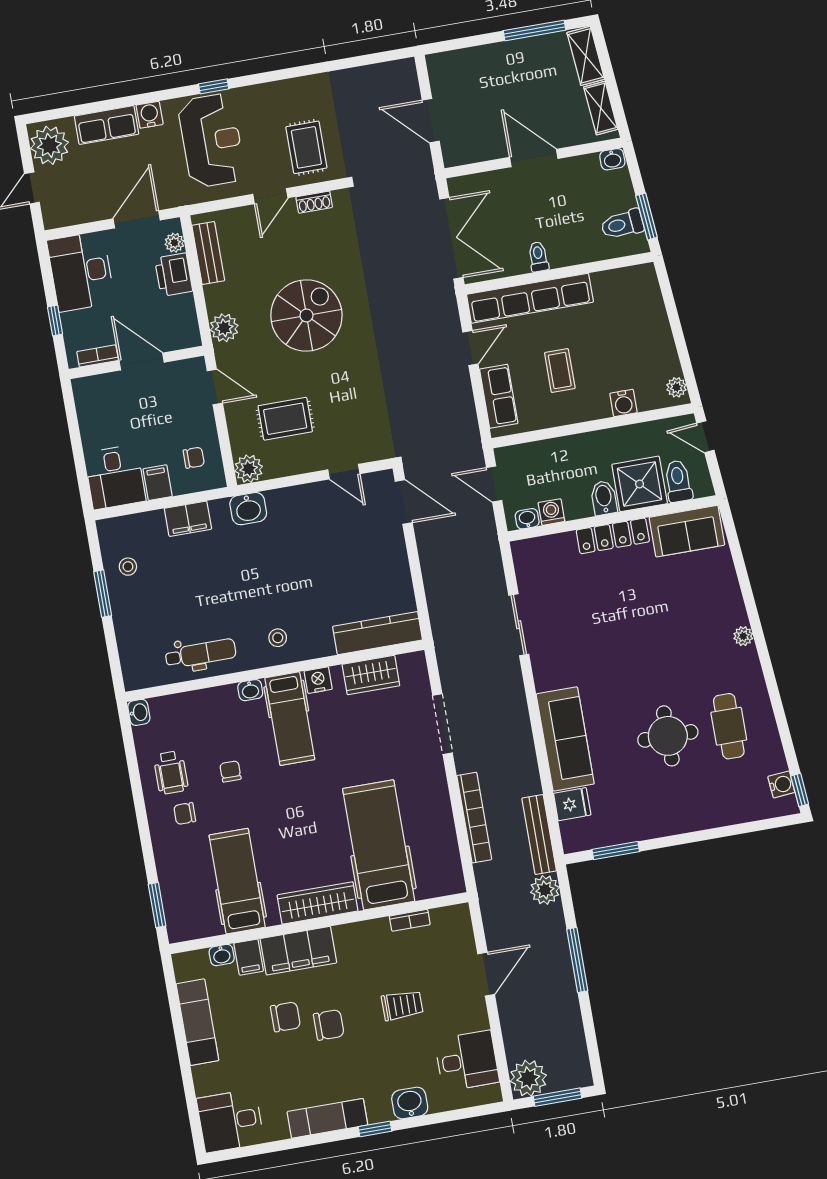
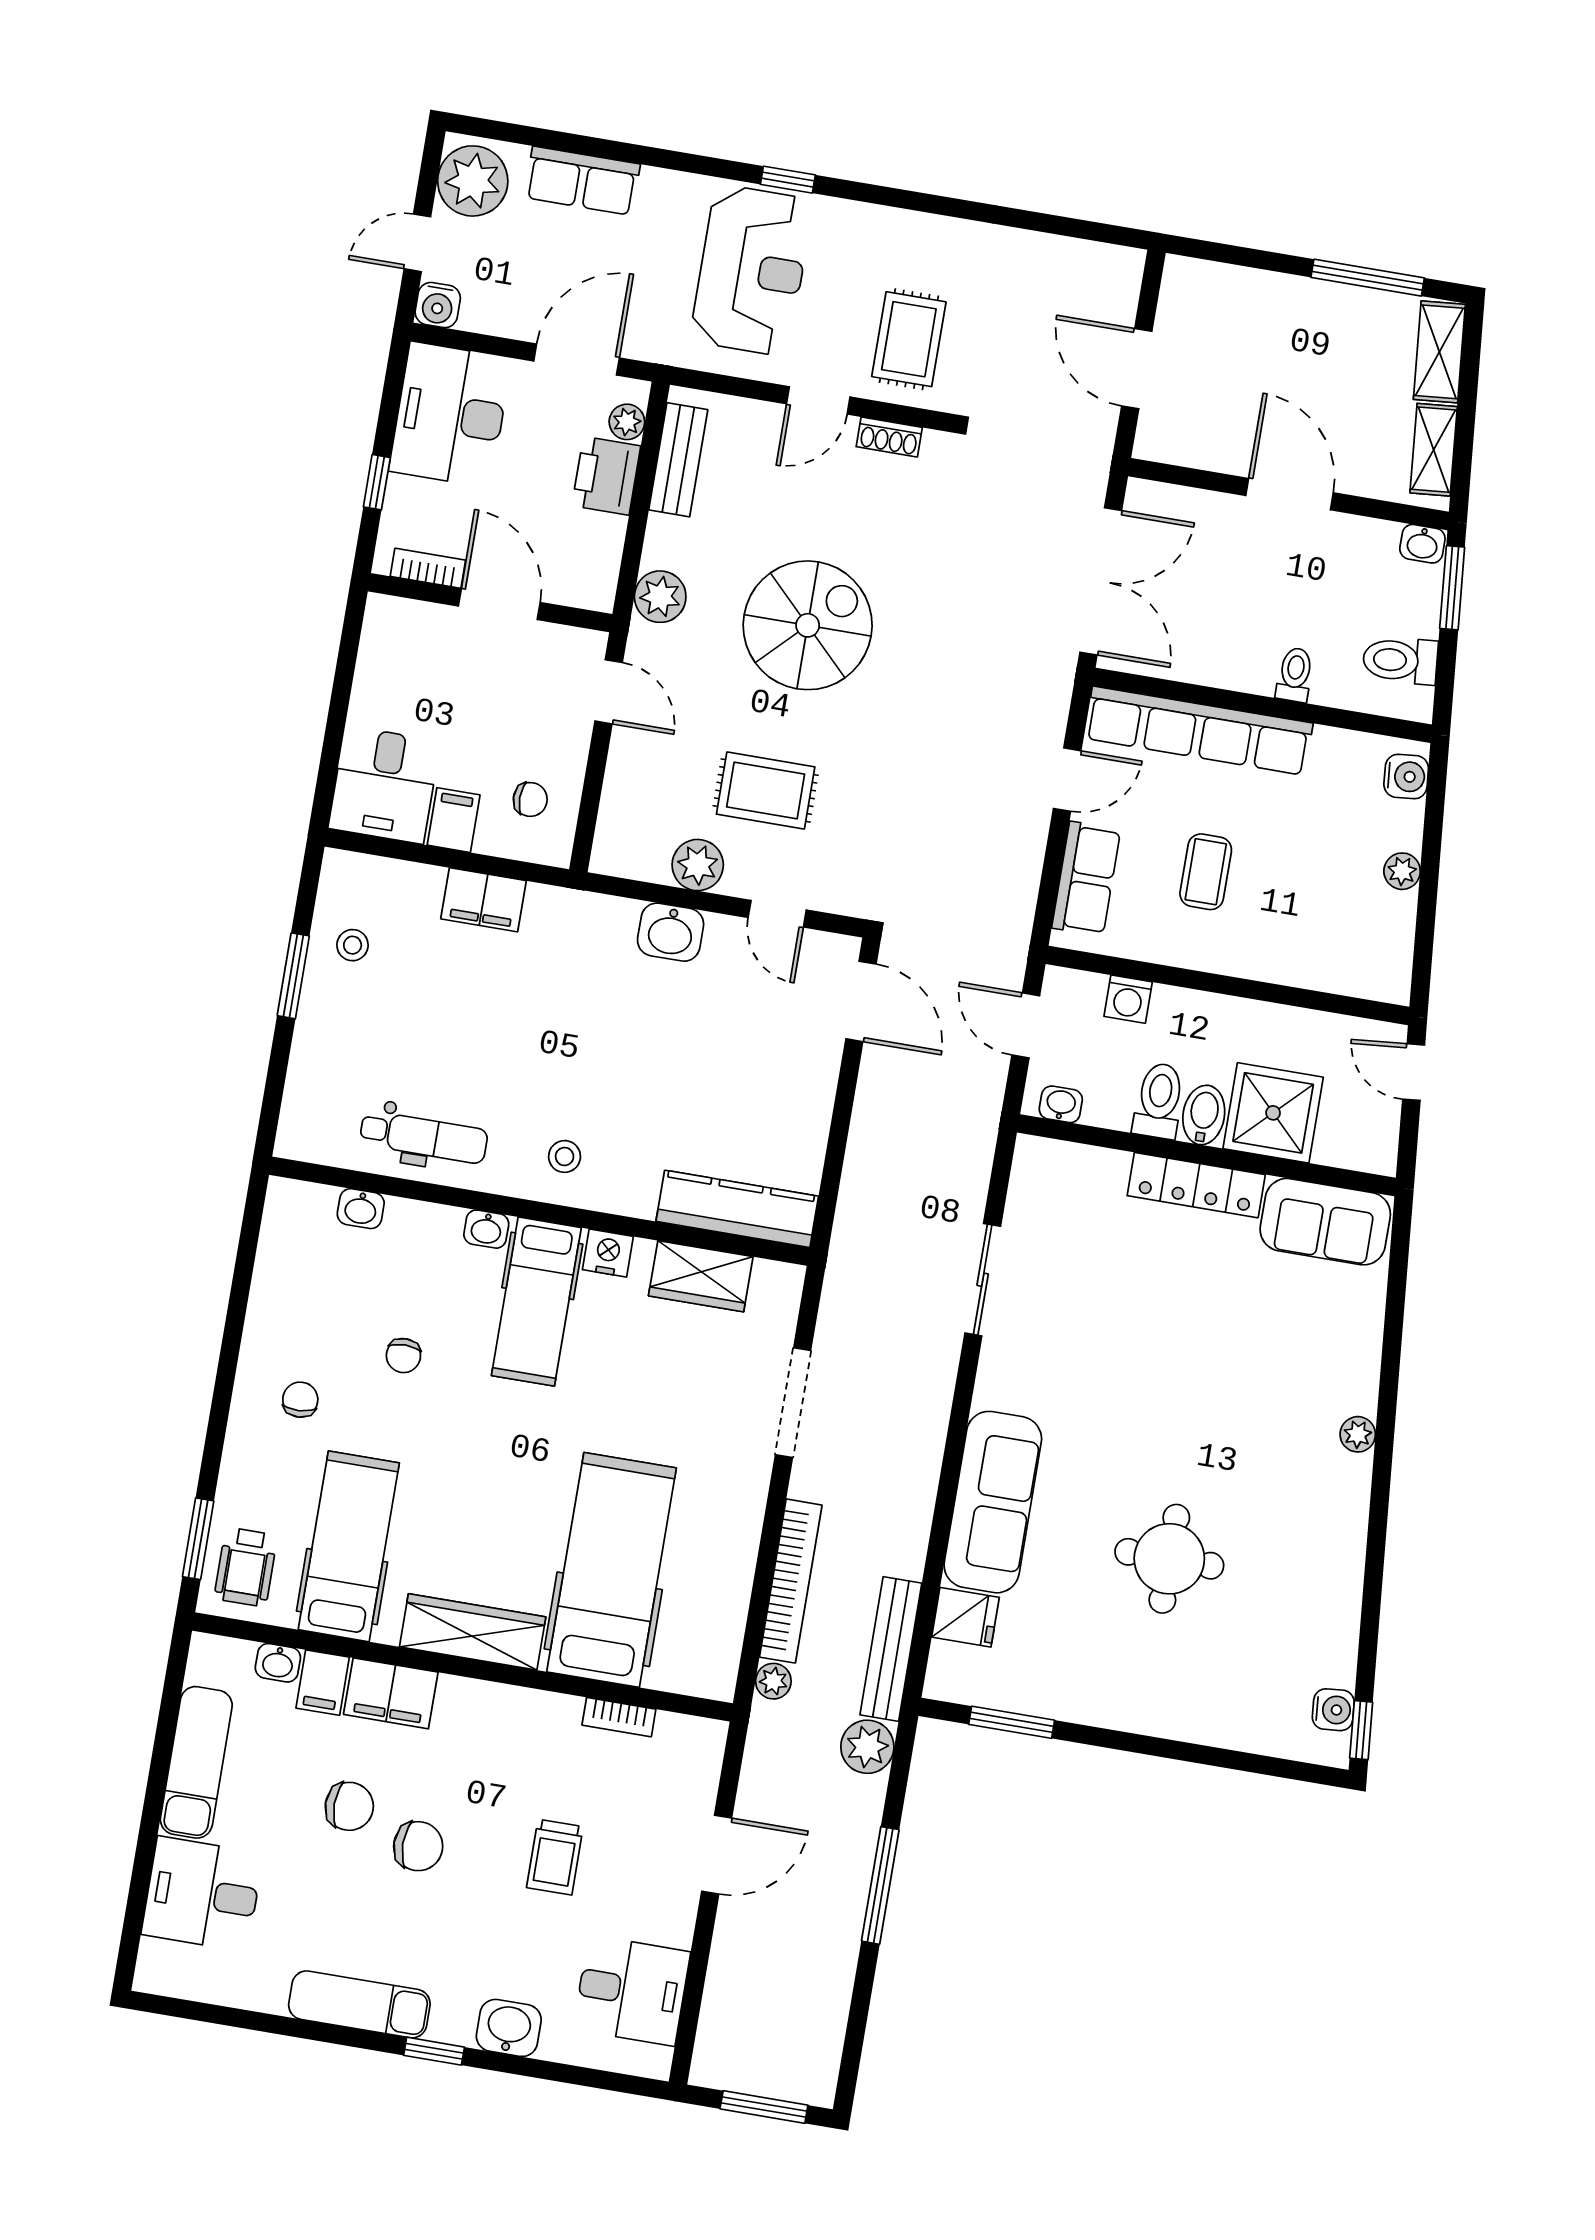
water cooler: (150, 115) -> (438, 305), moved, turned 180
window: (647, 216) -> (1452, 588), moved
toilet: (538, 257) -> (1295, 675), moved
plant: (676, 387) -> (1402, 871), moved
water cooler: (623, 403) -> (1406, 777), moved, turned -95
rug: (285, 419) -> (766, 791), moved
plant: (249, 469) -> (698, 865), moved
toilet: (678, 481) -> (1159, 1101), moved
washbasin: (248, 509) -> (671, 932), moved
washing machine: (551, 512) -> (1128, 999), moved, turned 180
washbasin: (139, 712) -> (361, 1209), moved, turned 90
cafe table: (729, 726) -> (1279, 1579), removed
chair: (230, 771) -> (403, 1356), turned 180
wheelchair: (171, 772) -> (246, 1567), moved
chair: (185, 814) -> (300, 1400), turned 87
filing cabinet: (298, 951) -> (391, 1693), width x0.67, depth x0.86
trolley: (402, 1005) -> (555, 1857), turned 90
plant: (528, 1078) -> (773, 1681), moved, width x0.53, depth x0.53
desk: (230, 1121) -> (202, 1894), moved

